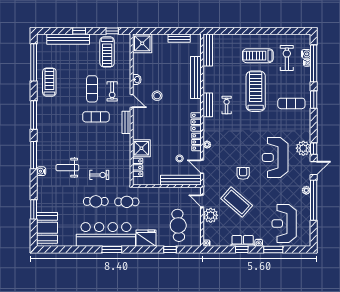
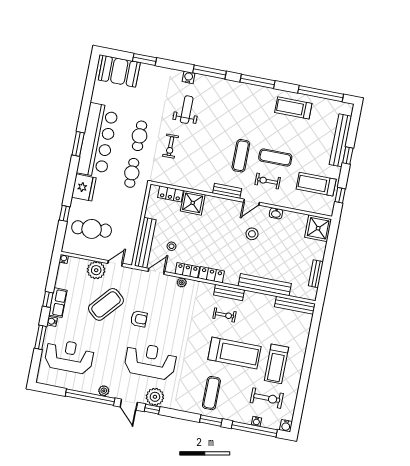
water cooler: (306, 54) -> (286, 426), moved
treadmill: (258, 56) -> (276, 364), turned 180
treadmill: (49, 82) -> (293, 108), turned 180

